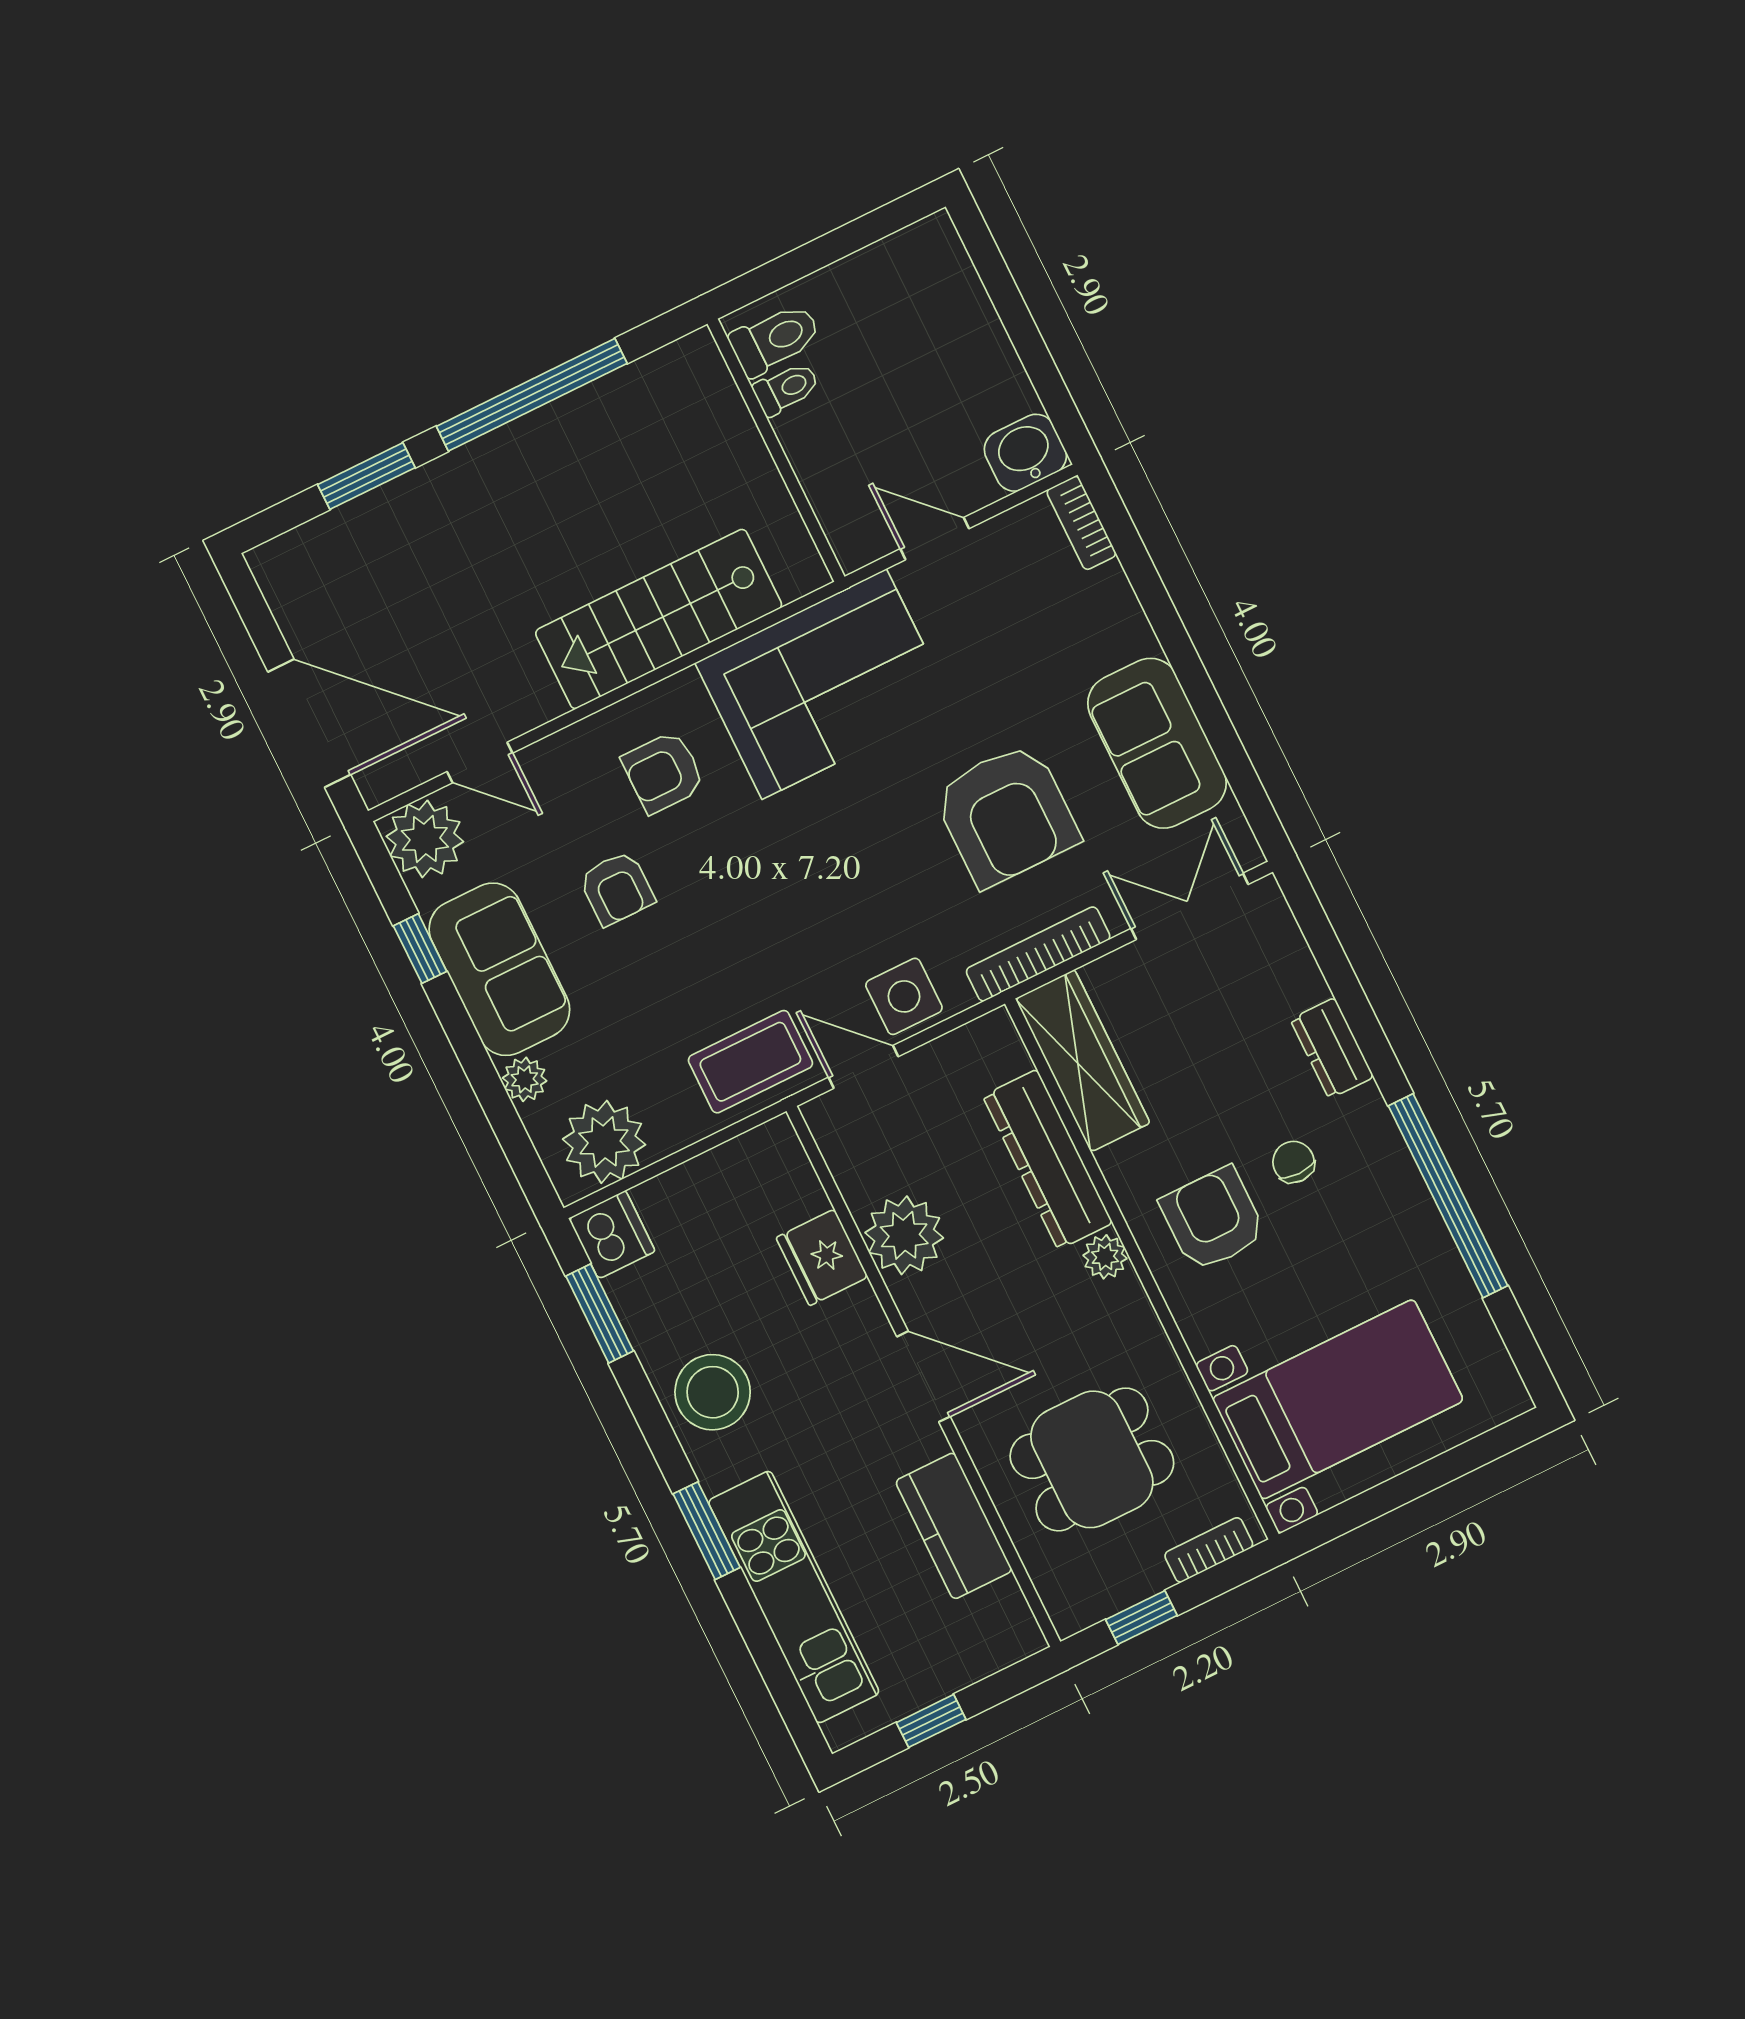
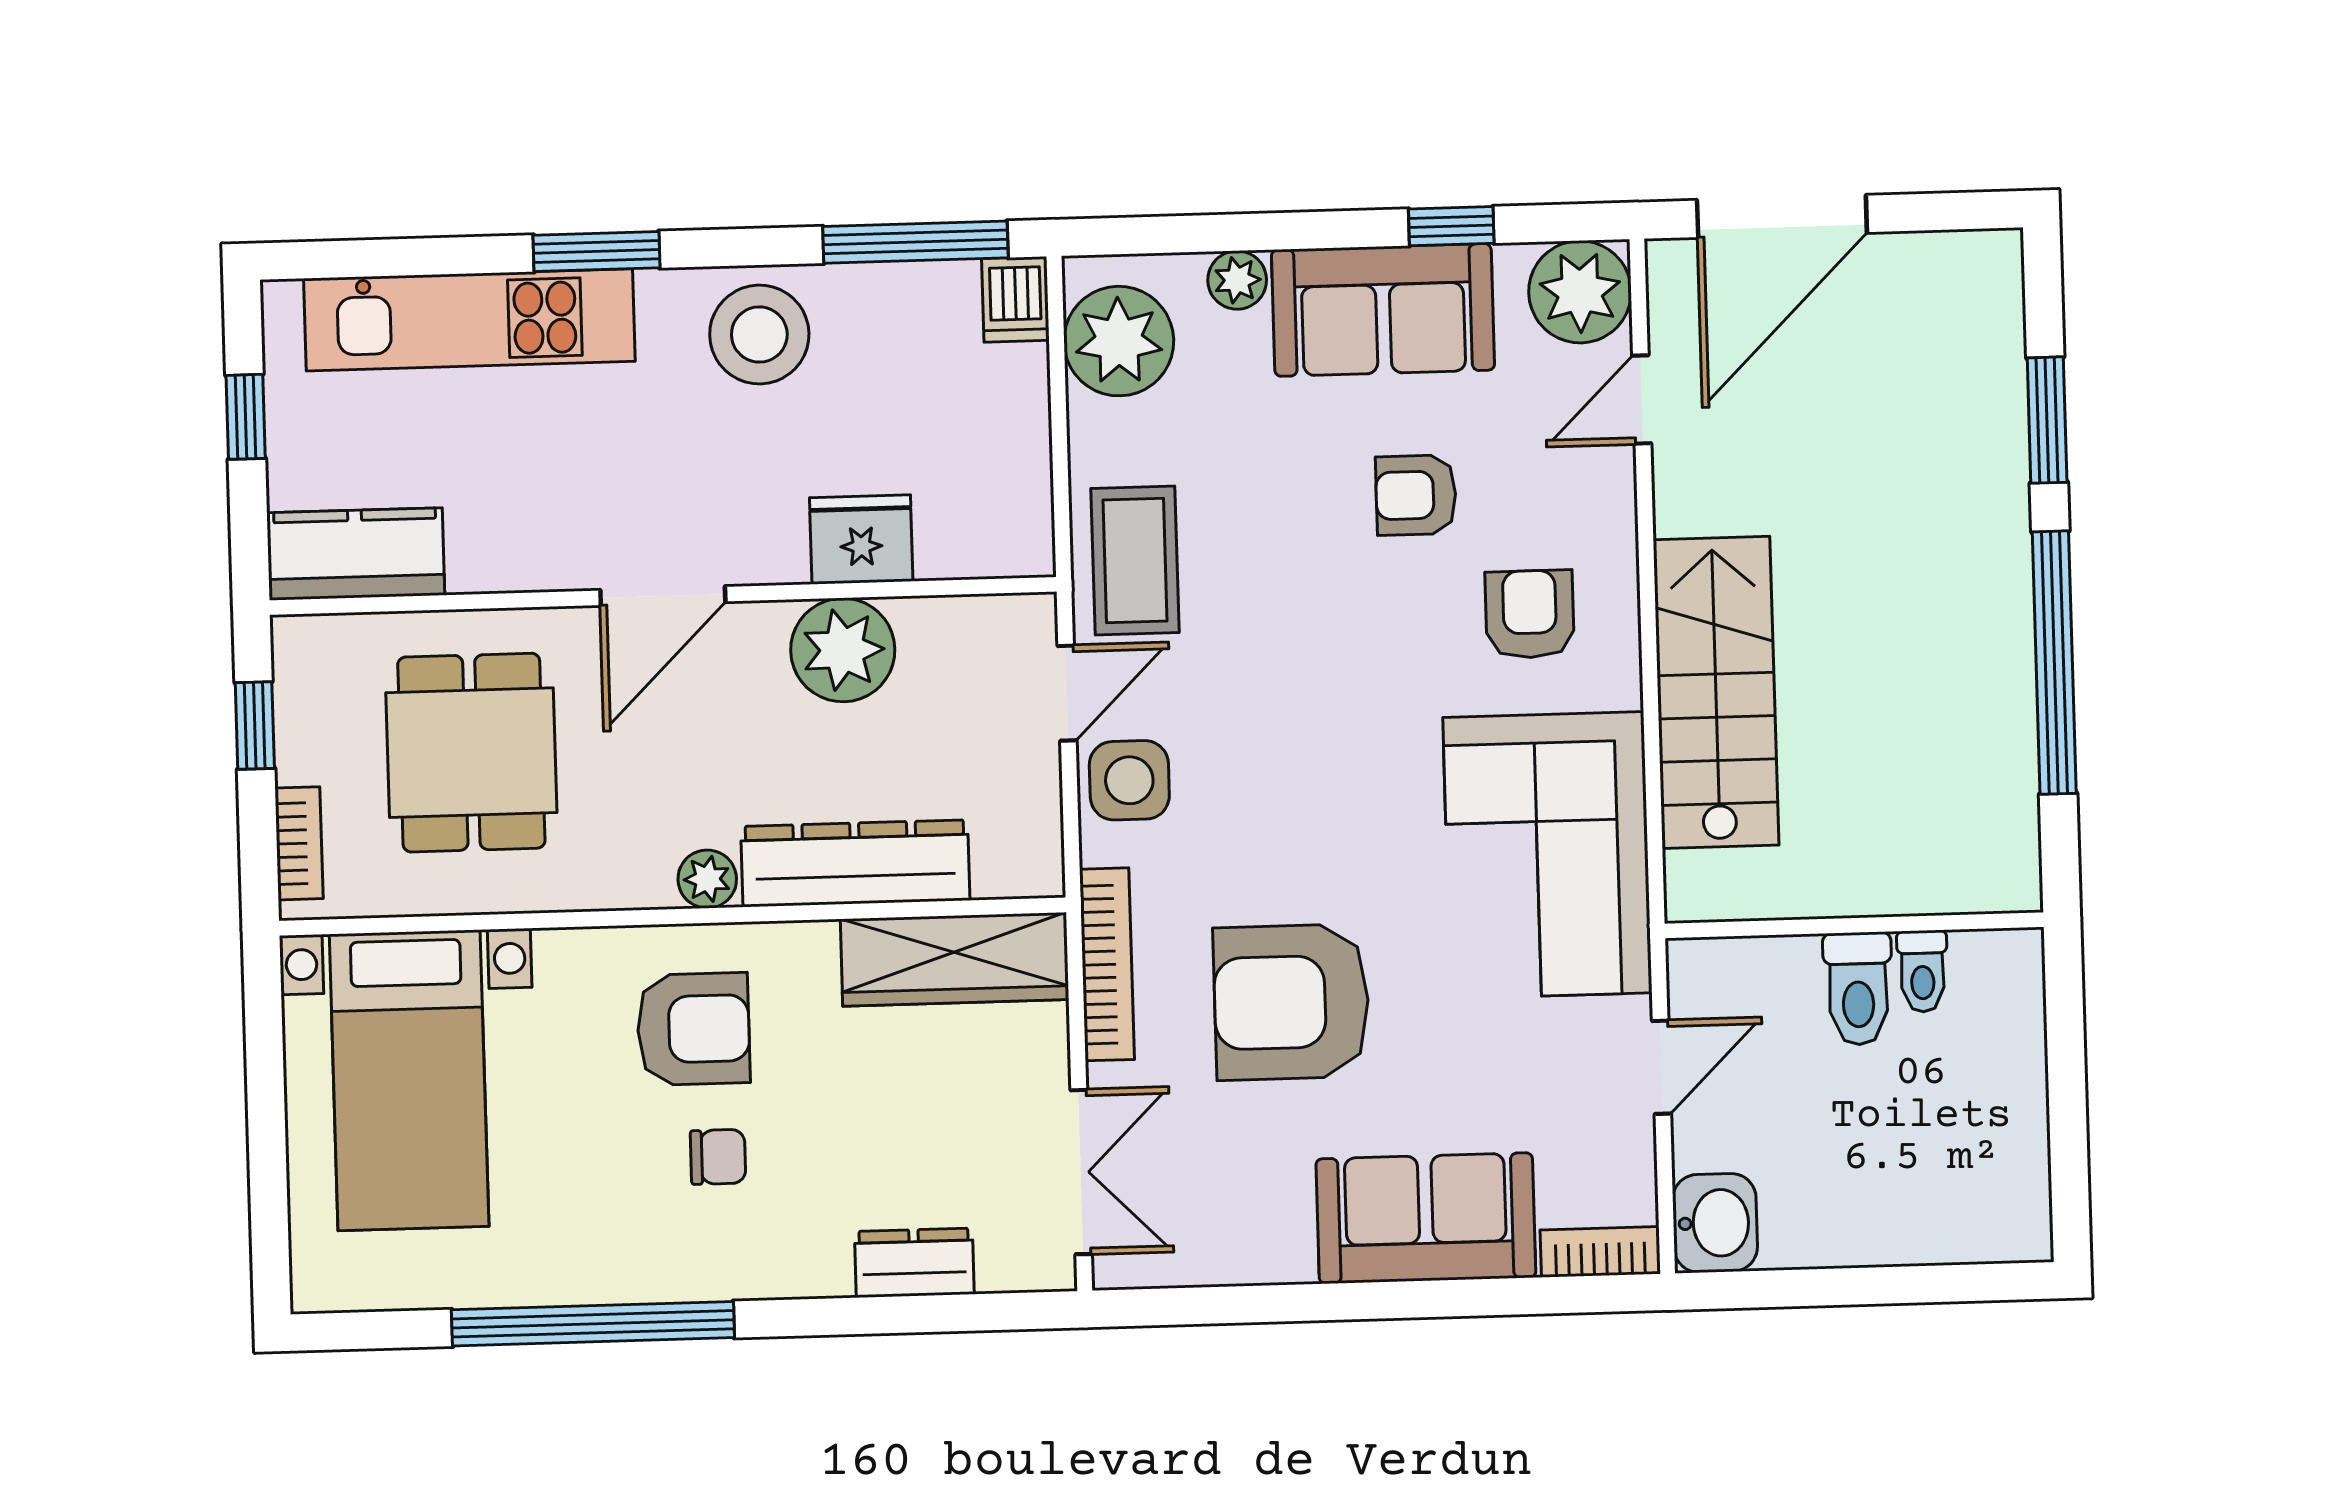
toilet: (775, 339) -> (1858, 989), moved
sofa: (1157, 743) -> (1426, 1218), moved
dresser: (1332, 1048) -> (914, 1263), moved
dishwasher: (612, 1235) -> (1015, 299), width x0.73
window: (600, 1313) -> (915, 242), width x1.44
kitchen counter: (954, 1526) -> (356, 554), moved

